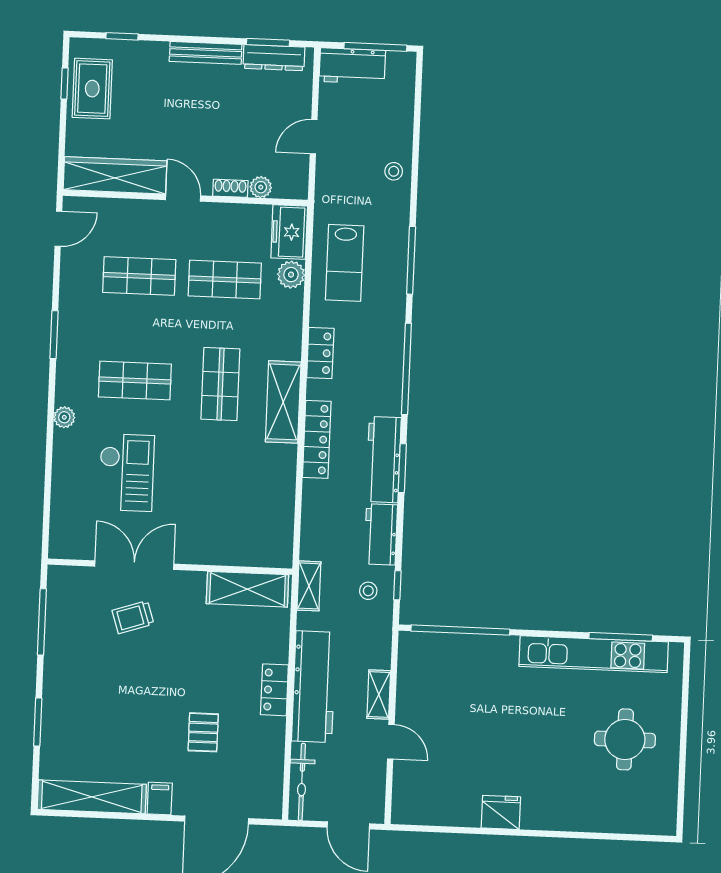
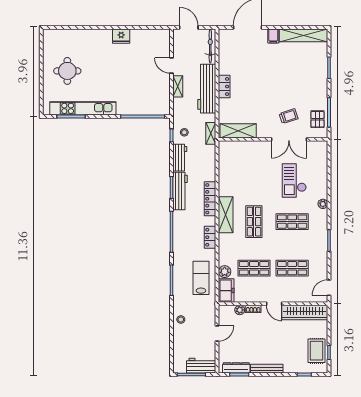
pallet: (203, 732) -> (317, 119), moved

